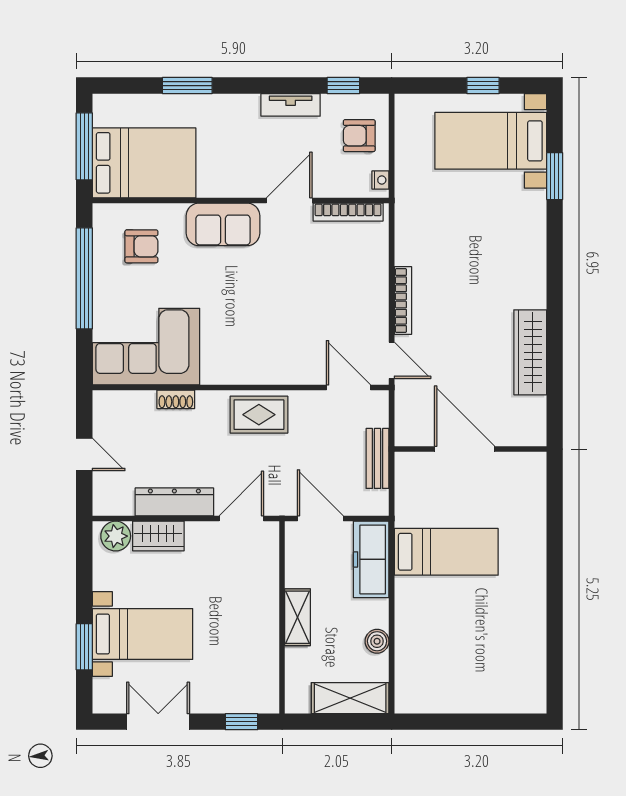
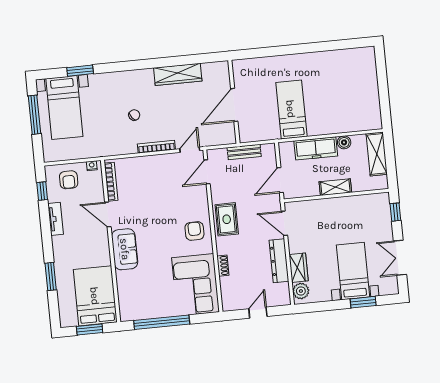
window: (483, 86) -> (35, 115), width x2.17
window: (84, 146) -> (90, 329), width x0.69
armchair: (141, 246) -> (194, 231), moved
chair: (465, 266) -> (134, 115), added
freezer: (371, 559) -> (316, 148), moved

